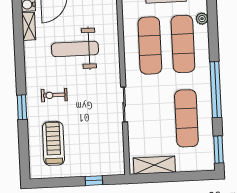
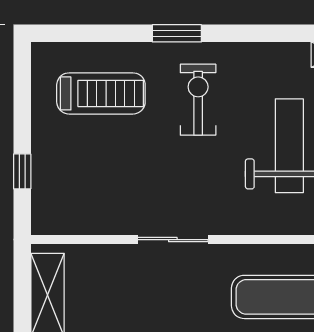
exercise bike: (54, 95) -> (198, 100), width x1.38, depth x1.39

